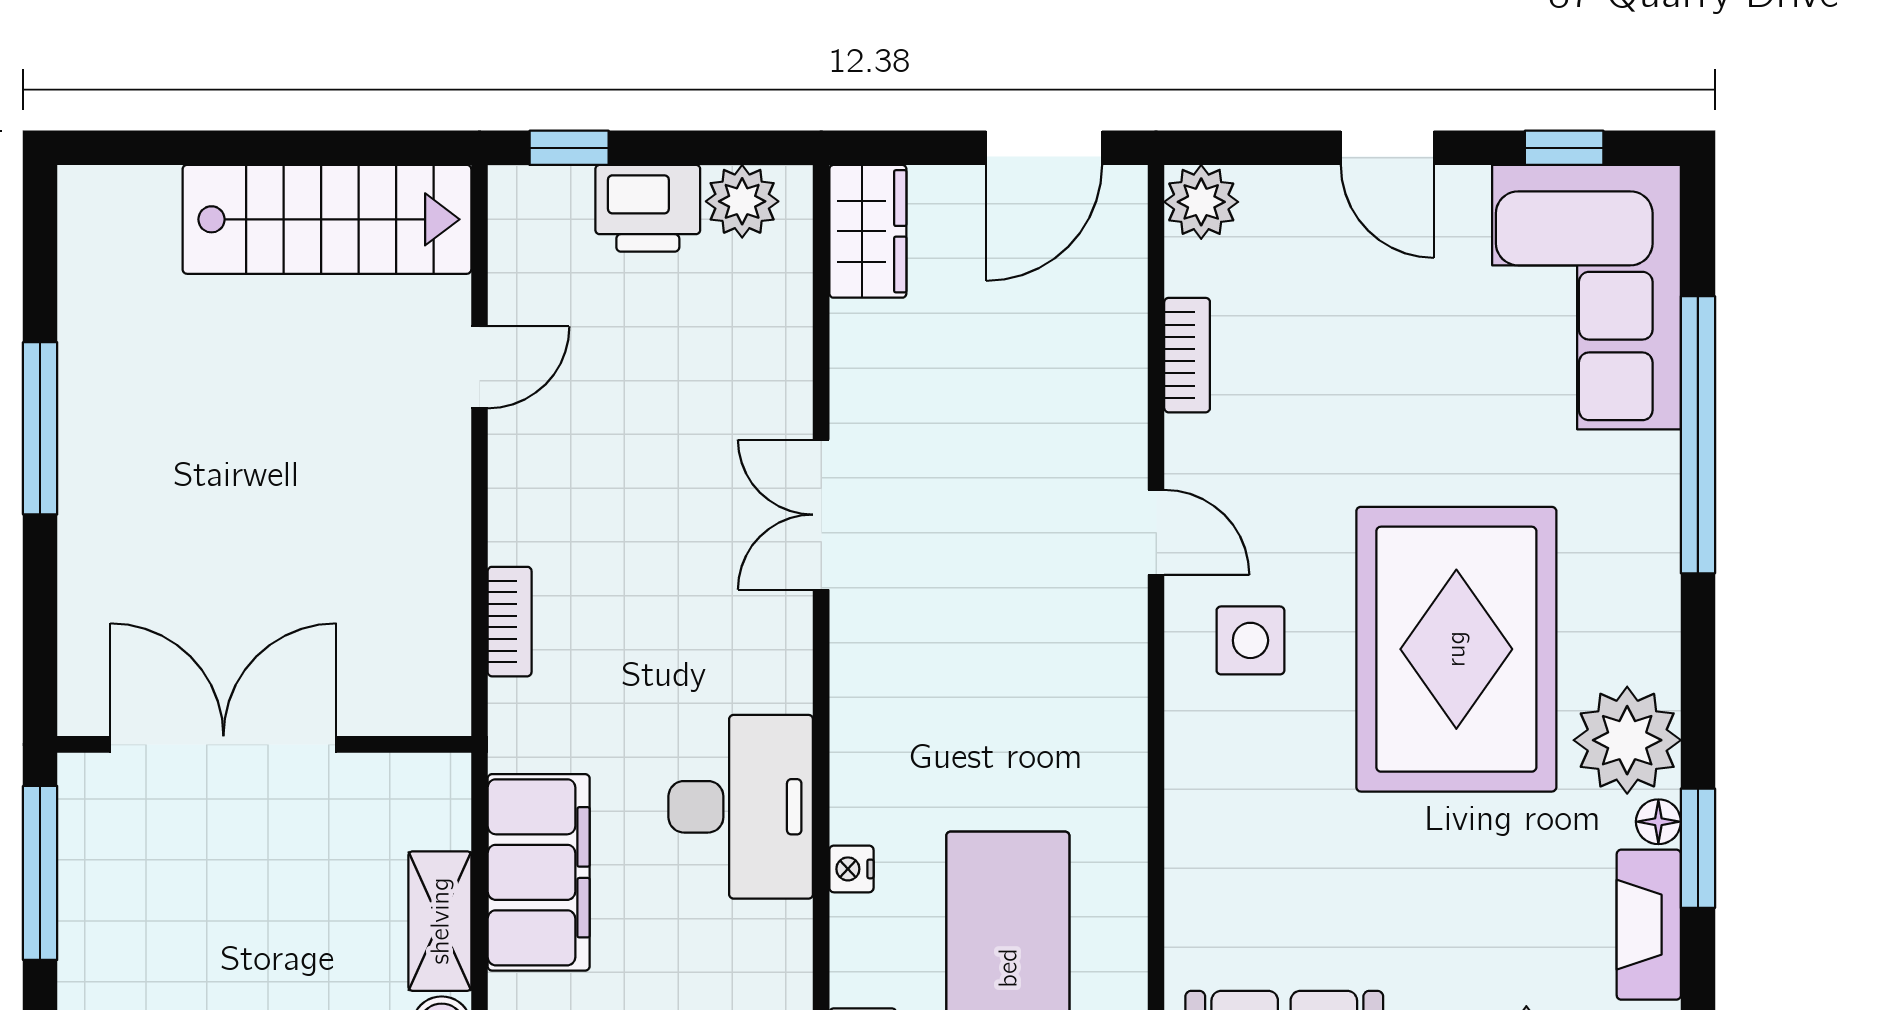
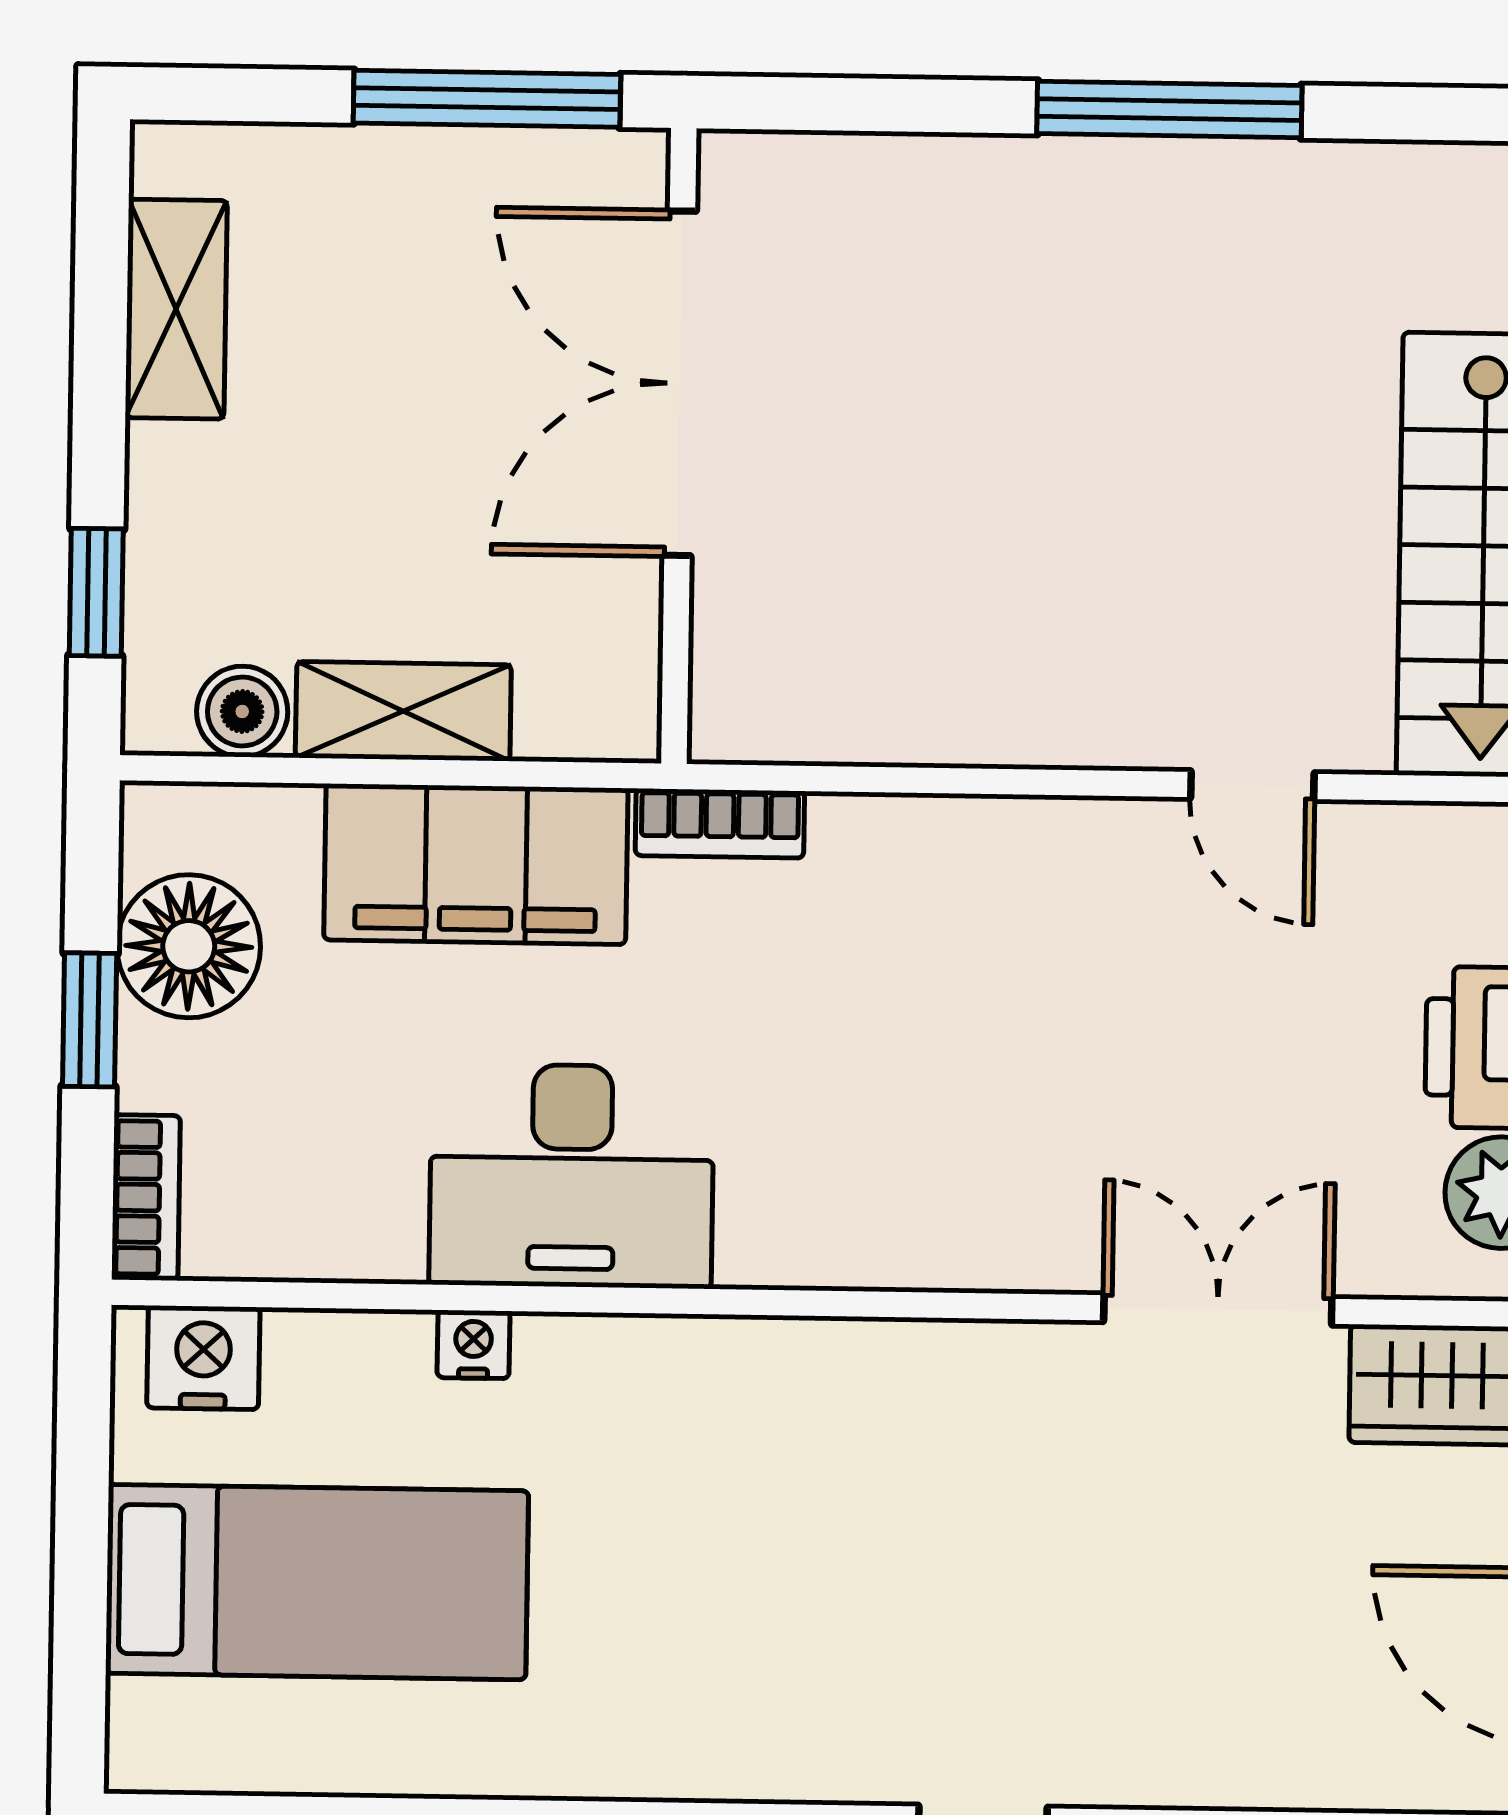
double door: (821, 515) -> (1218, 1310), moved
bookcase: (510, 622) -> (720, 823), moved
double door: (223, 744) -> (680, 383), swing flipped

